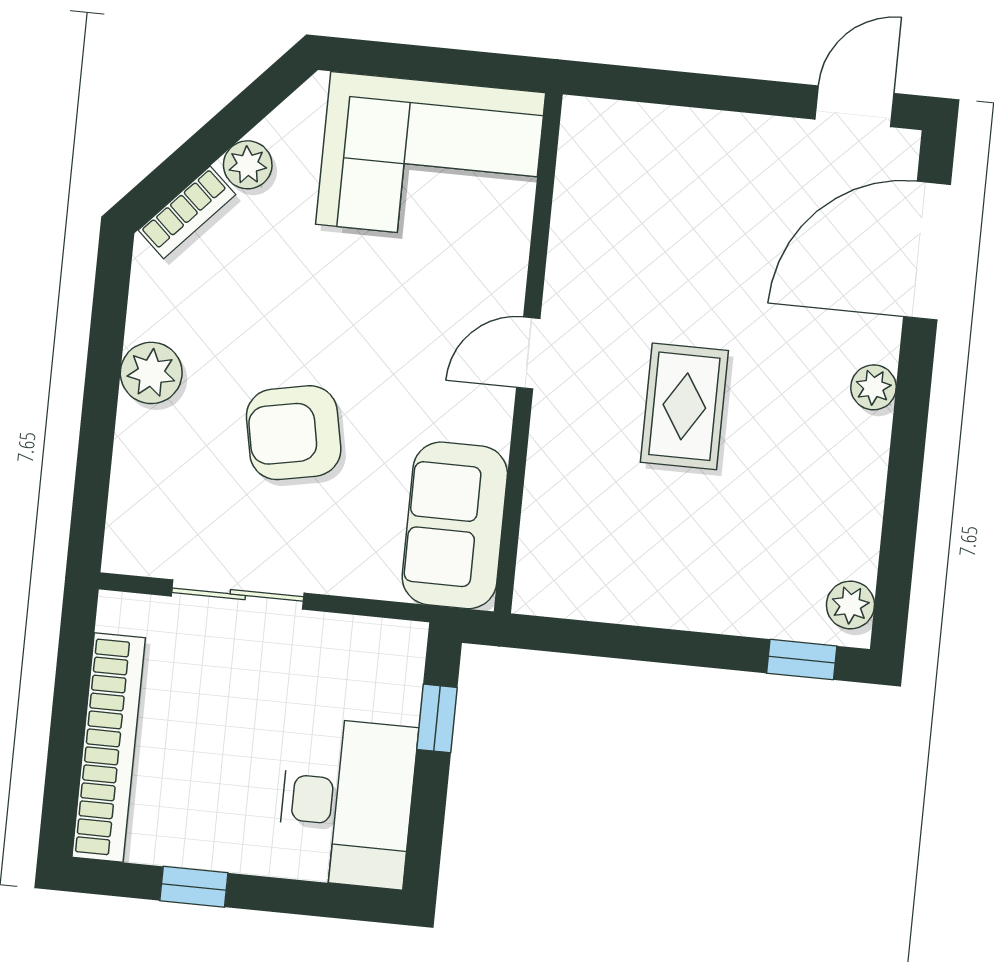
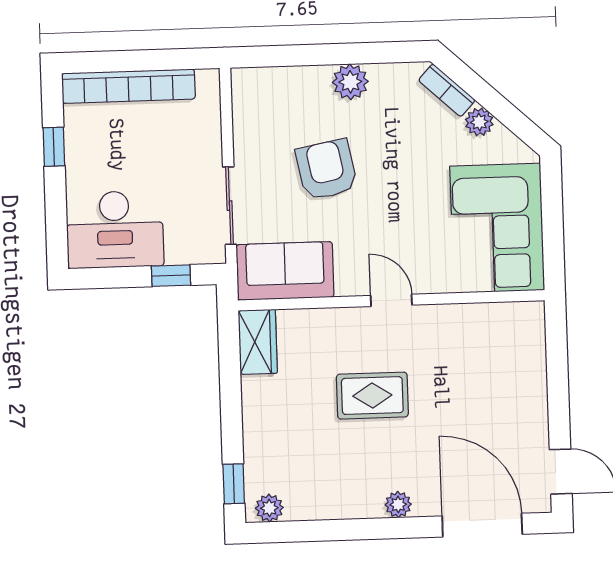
wardrobe: (568, 587) -> (258, 342), added
sliding door: (238, 595) -> (230, 206), moved

